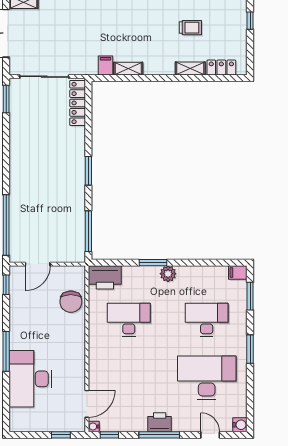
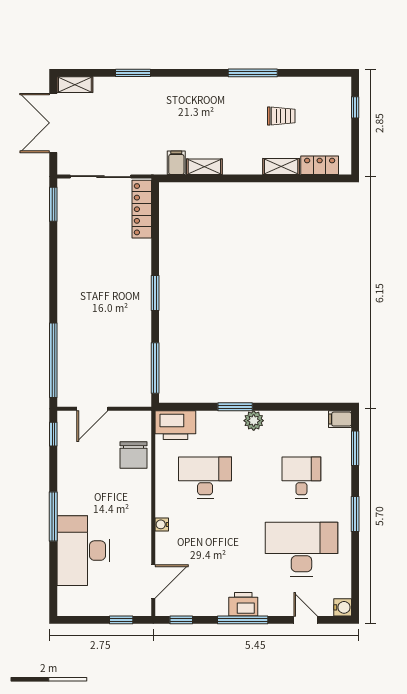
desk: (207, 320) -> (301, 478), width x0.73
water cooler: (94, 427) -> (162, 524), moved

